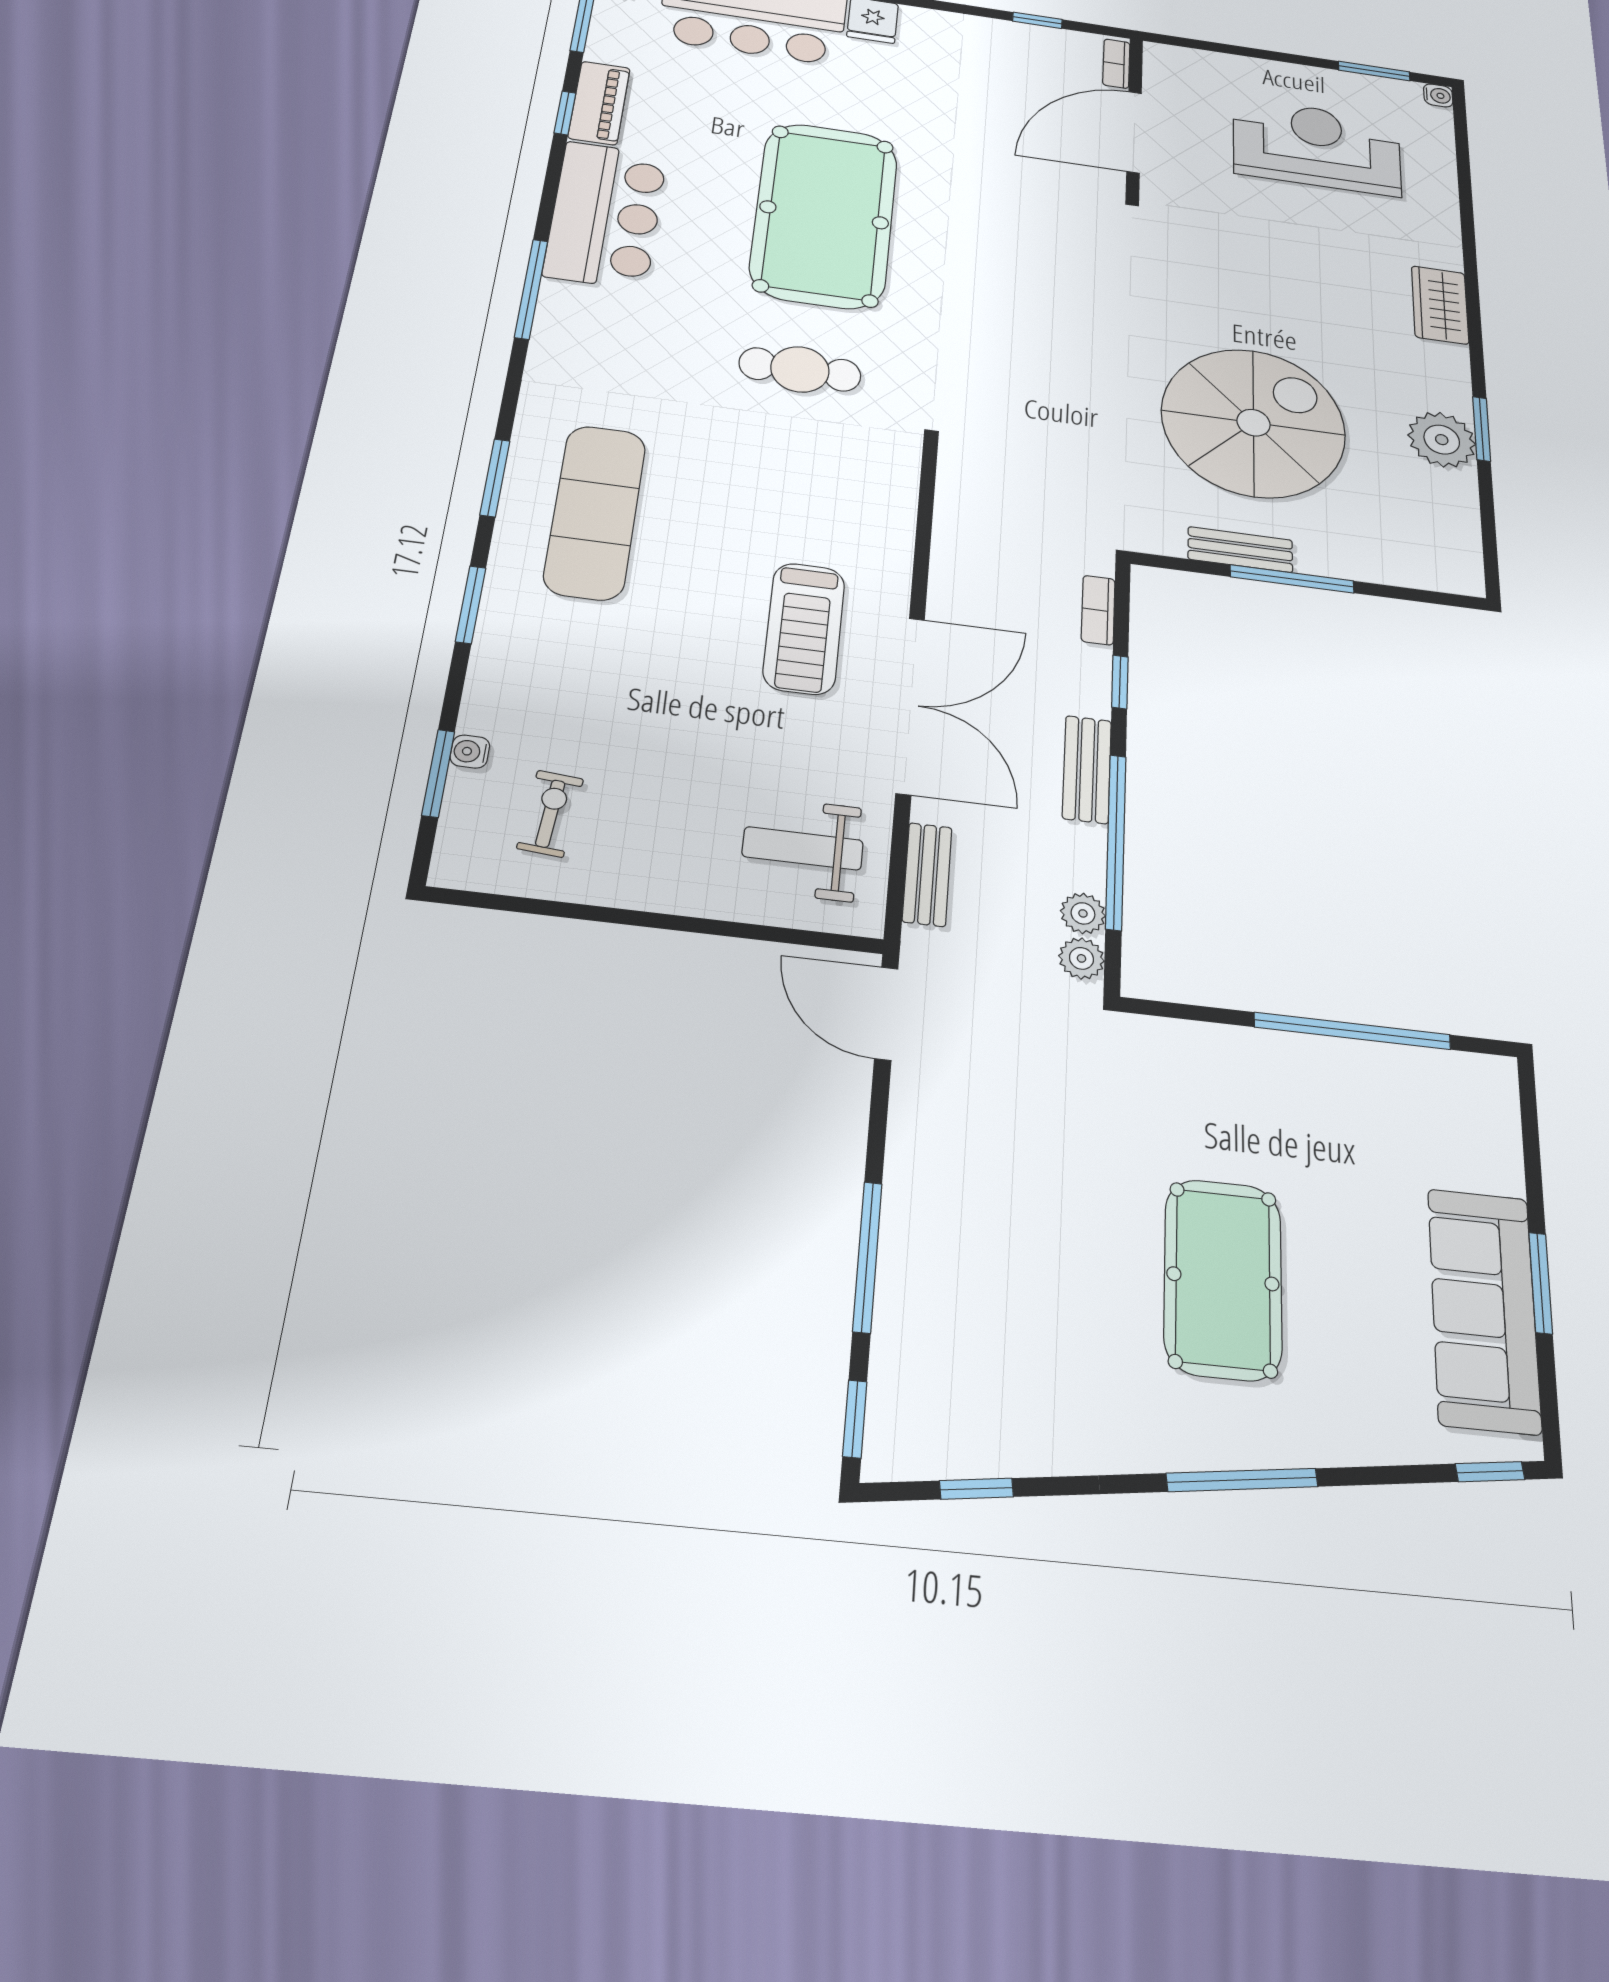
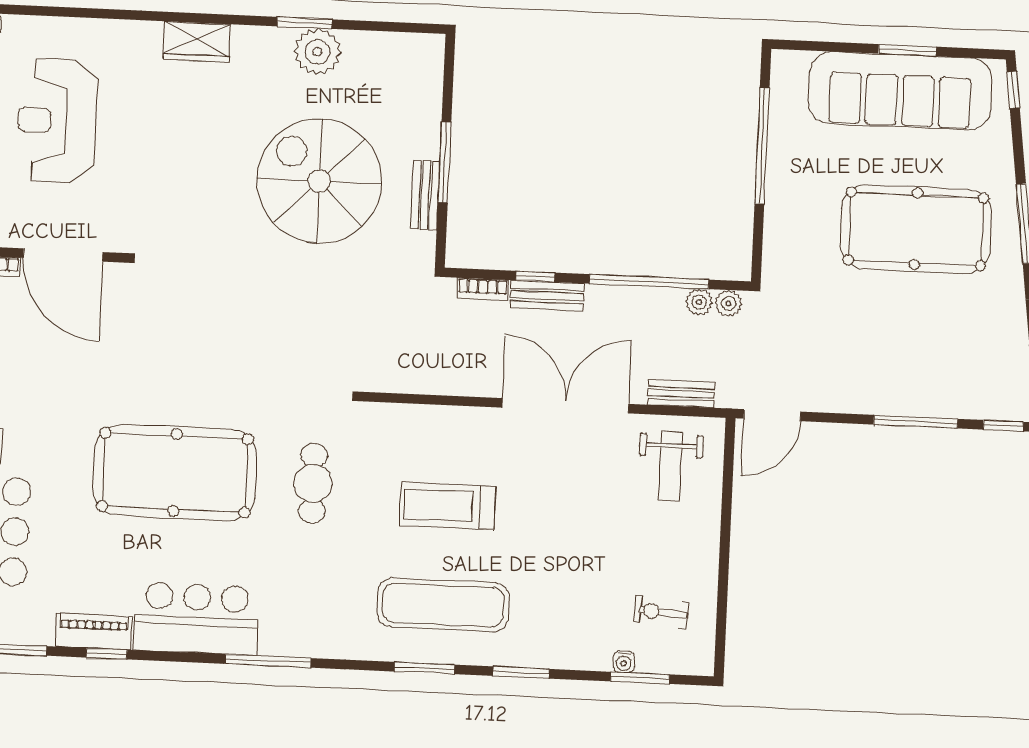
treadmill: (804, 628) -> (448, 506), moved, turned 180
bench: (1087, 769) -> (547, 296), moved
pool table: (1223, 1279) -> (916, 229), width x1.36, depth x1.32
sofa: (1484, 1310) -> (900, 91), width x1.36, depth x1.27

